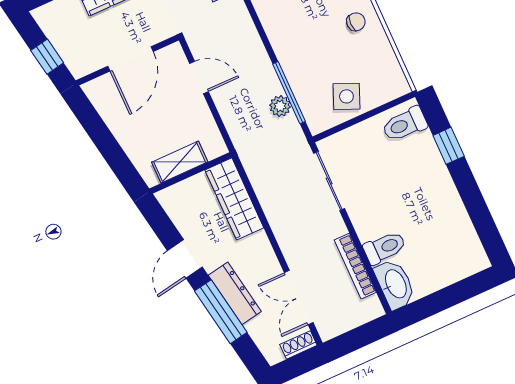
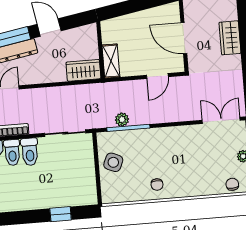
toilet: (405, 124) -> (30, 152), moved, turned 180
shelving: (180, 162) -> (111, 61), moved
wardrobe: (234, 199) -> (83, 70), width x0.67

